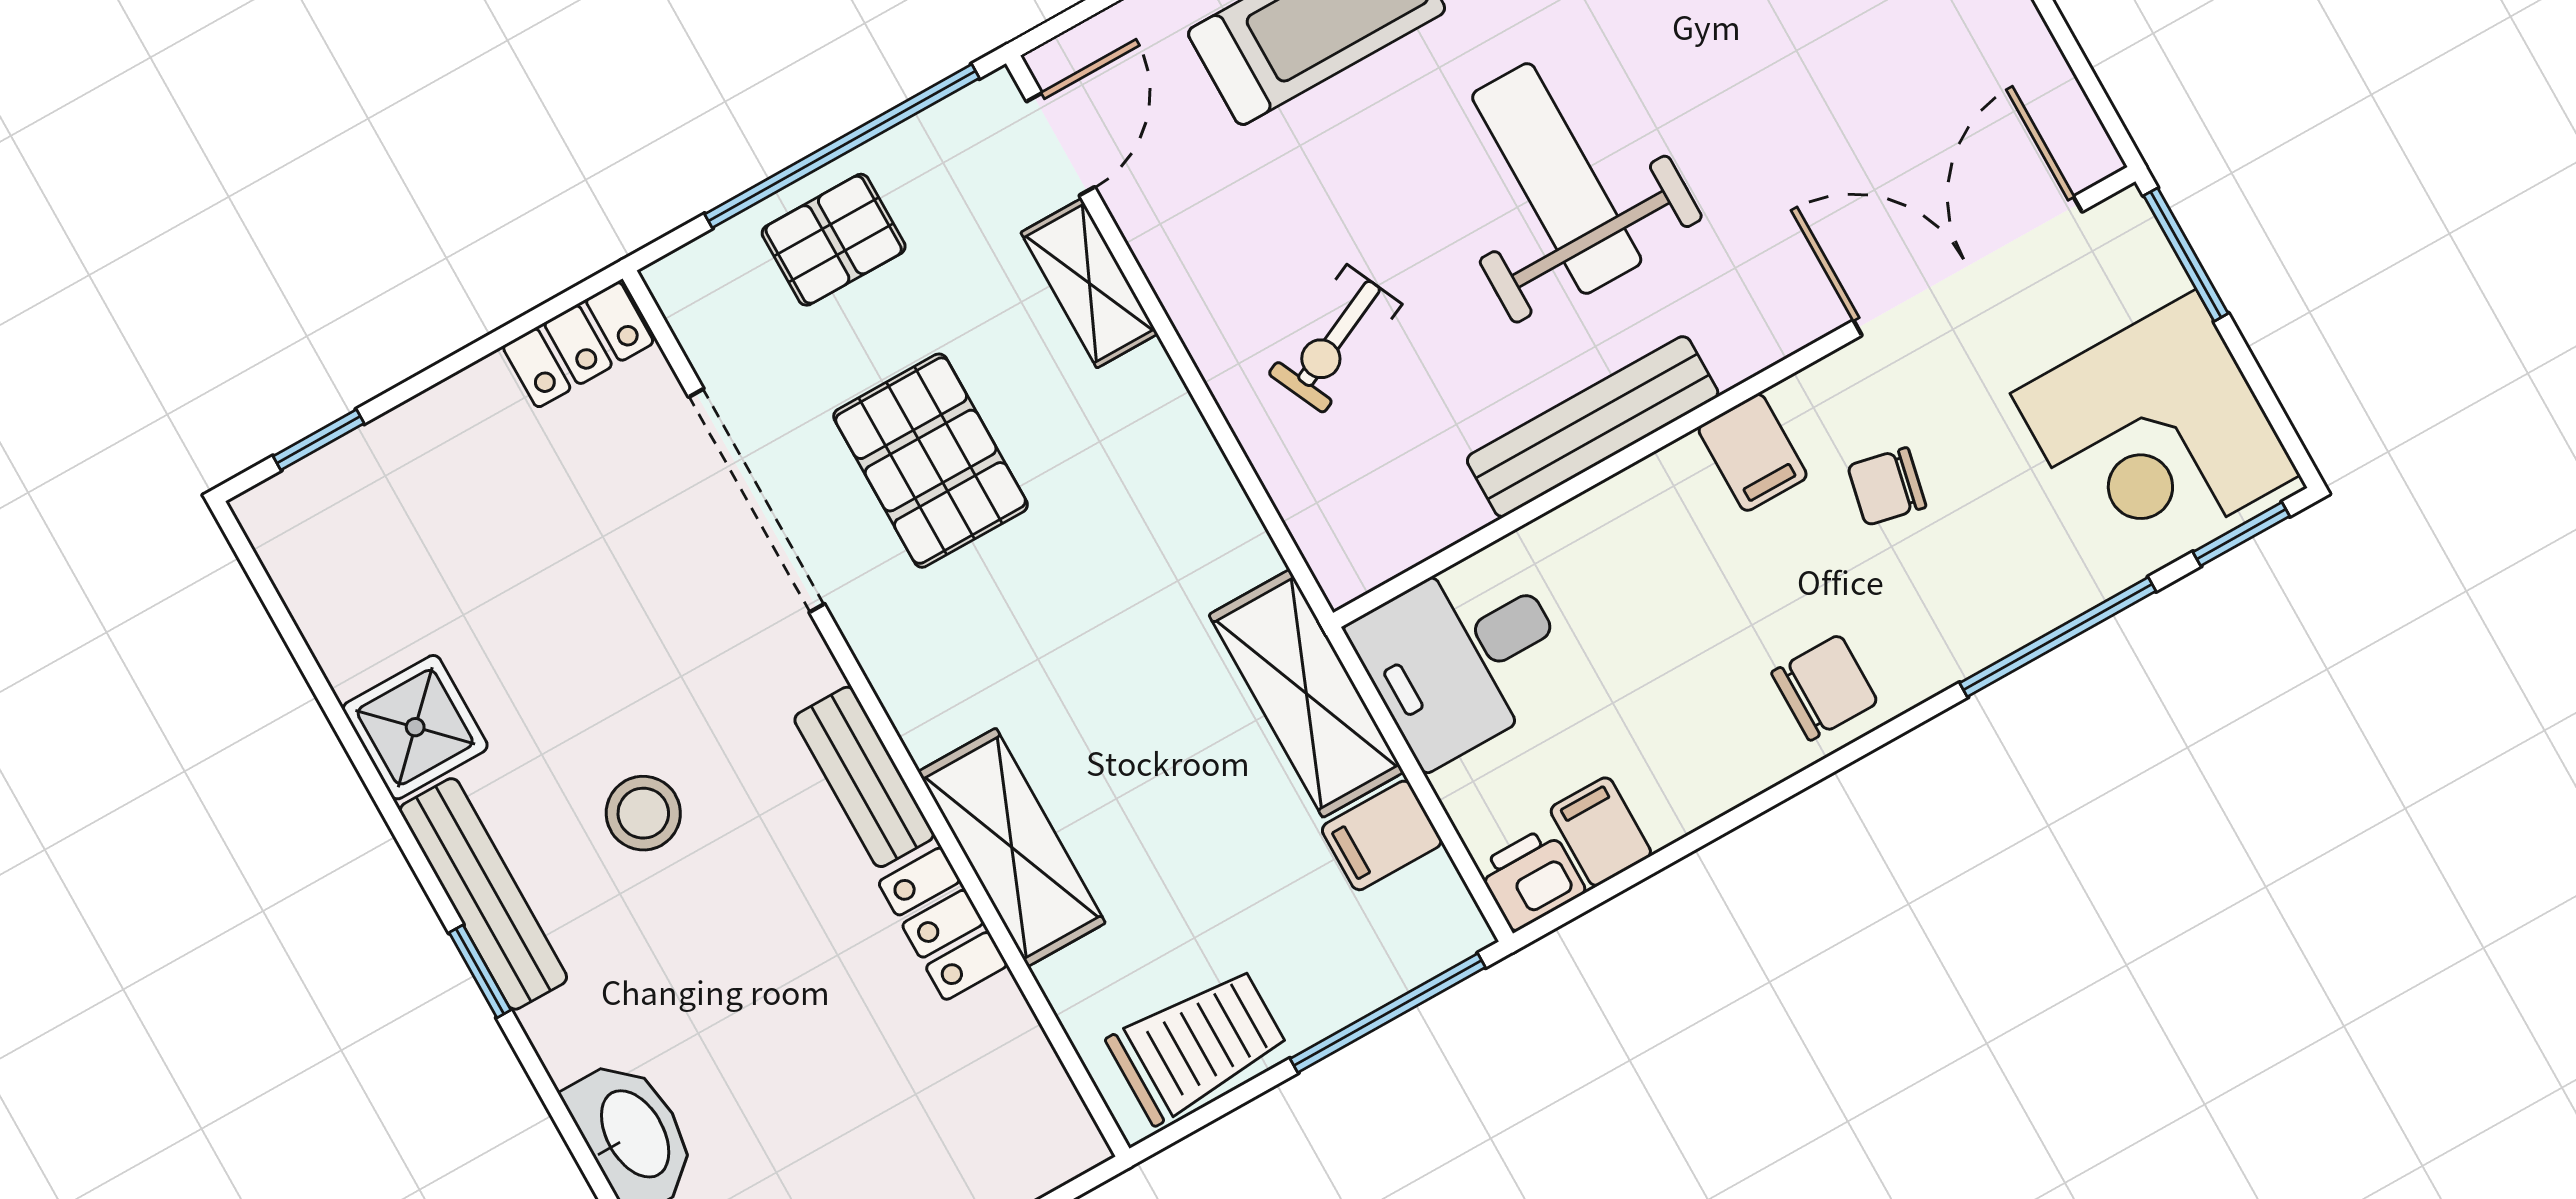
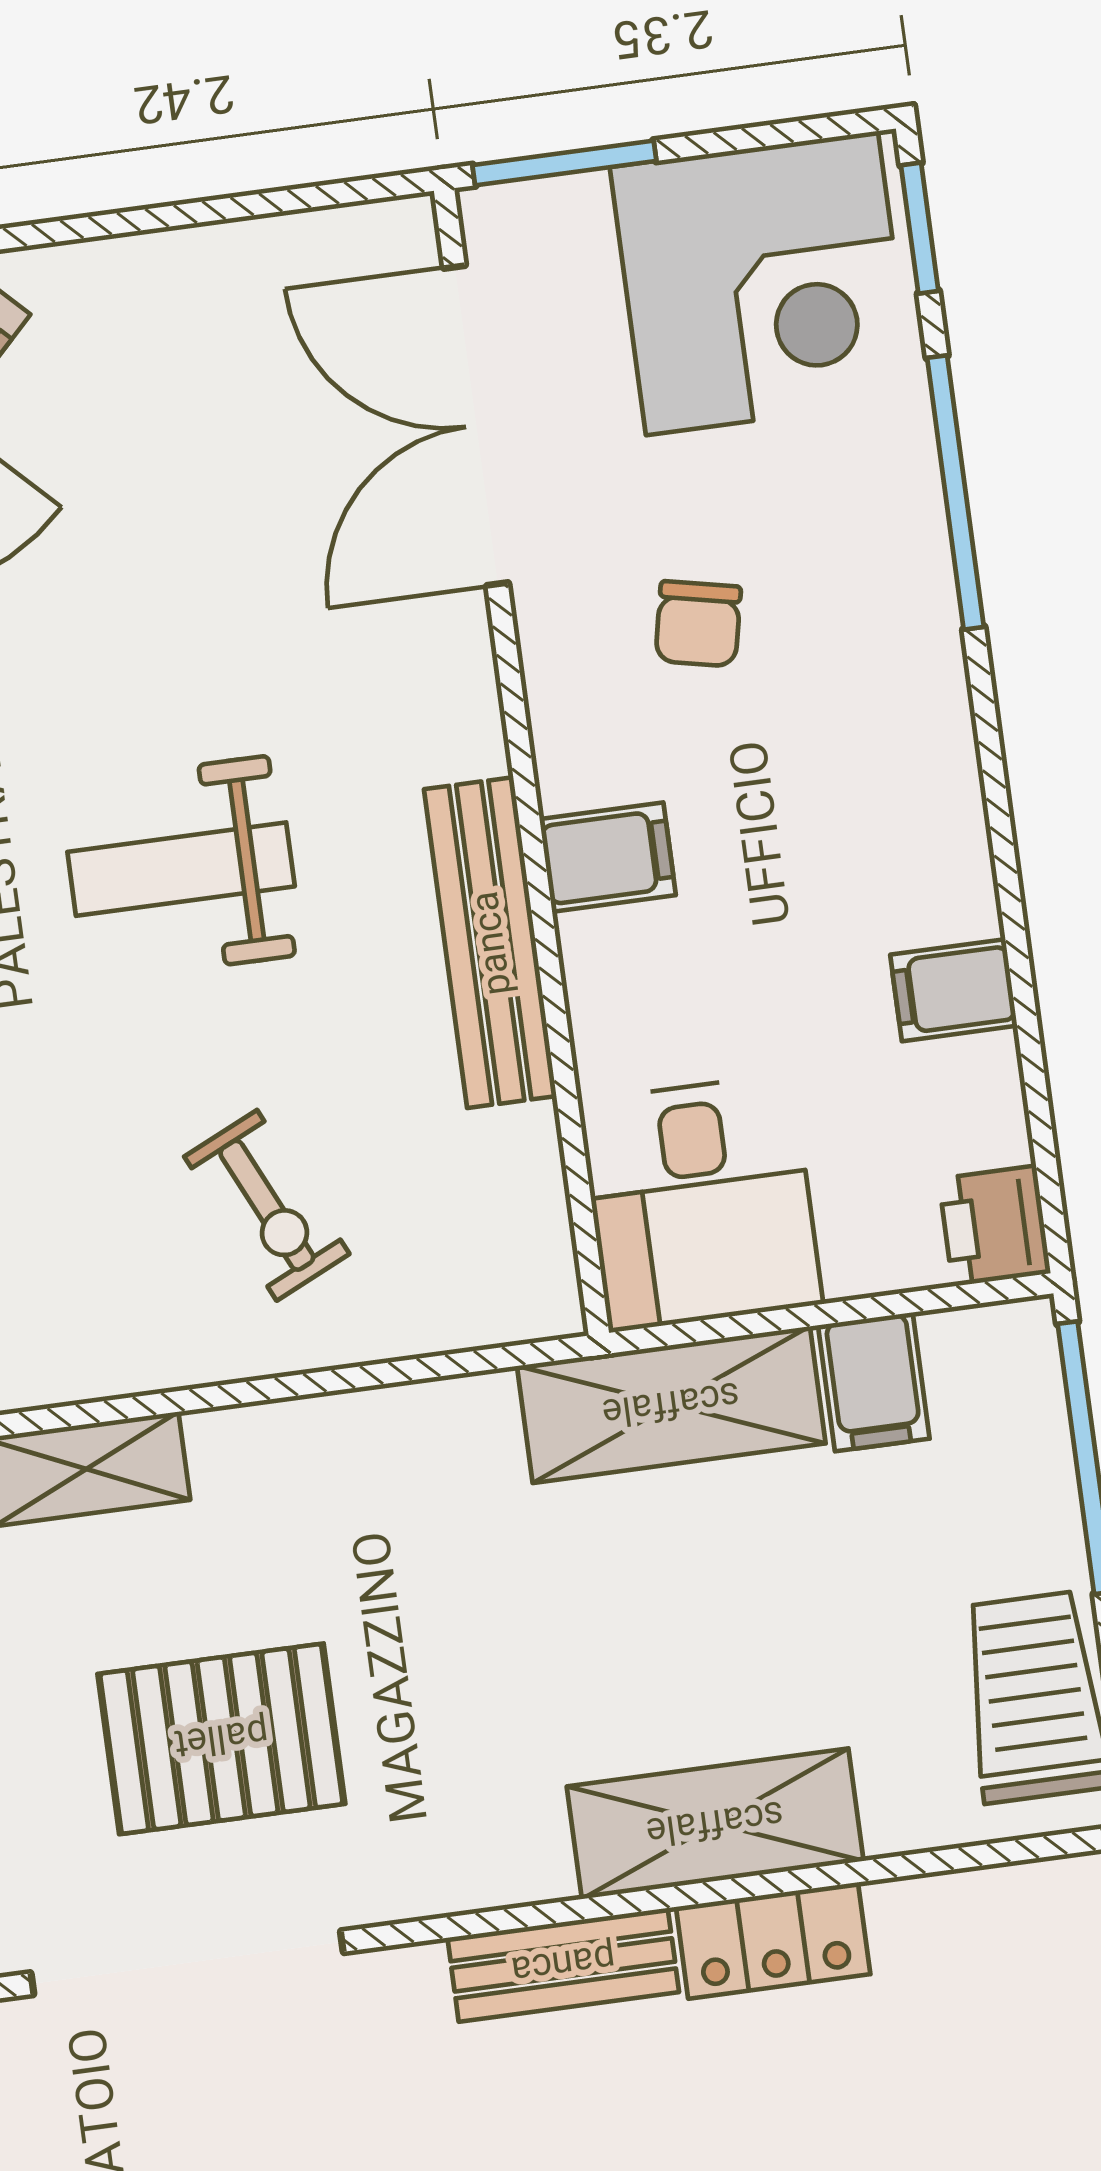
weight bench: (1557, 178) -> (181, 869), width x0.73, depth x0.75
filing cabinet: (1753, 452) -> (608, 857), moved
chair: (1825, 688) -> (906, 791), removed
filing cabinet: (1601, 832) -> (954, 990), moved

